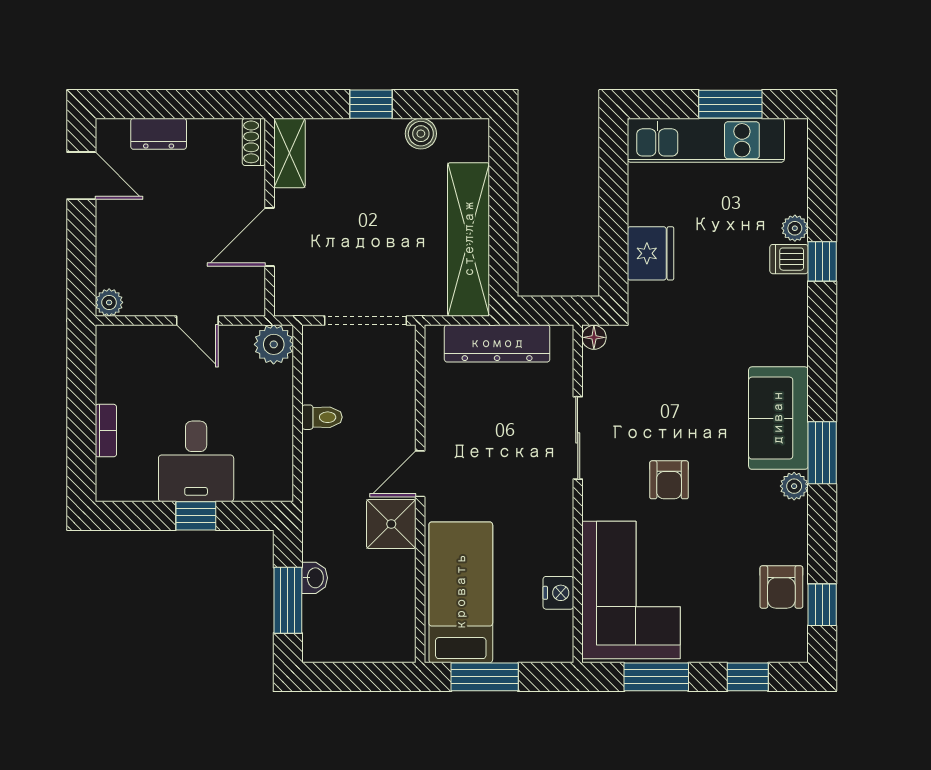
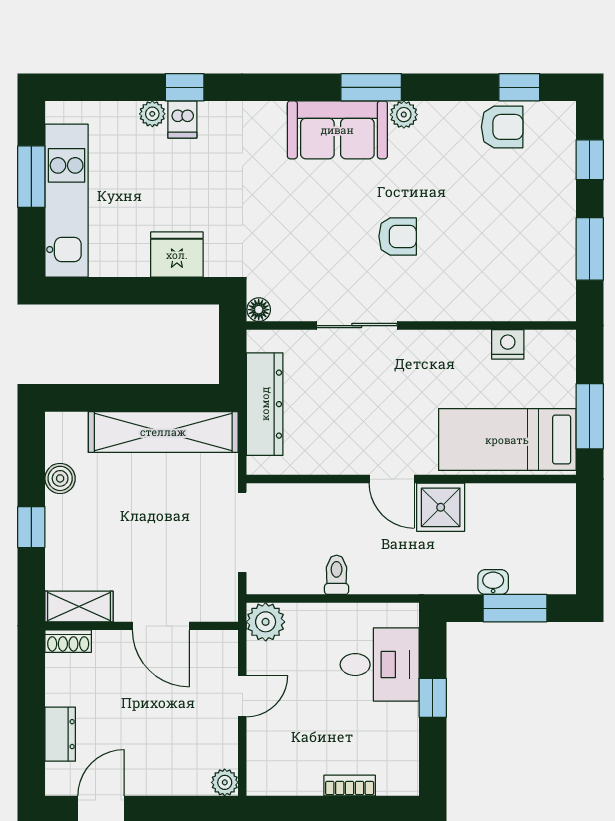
desk: (196, 461) -> (380, 665), moved
corner sofa: (631, 590) -> (505, 274), removed

